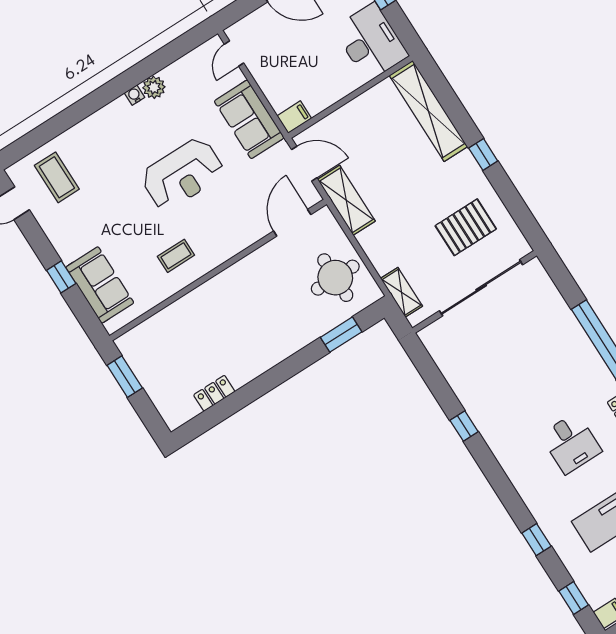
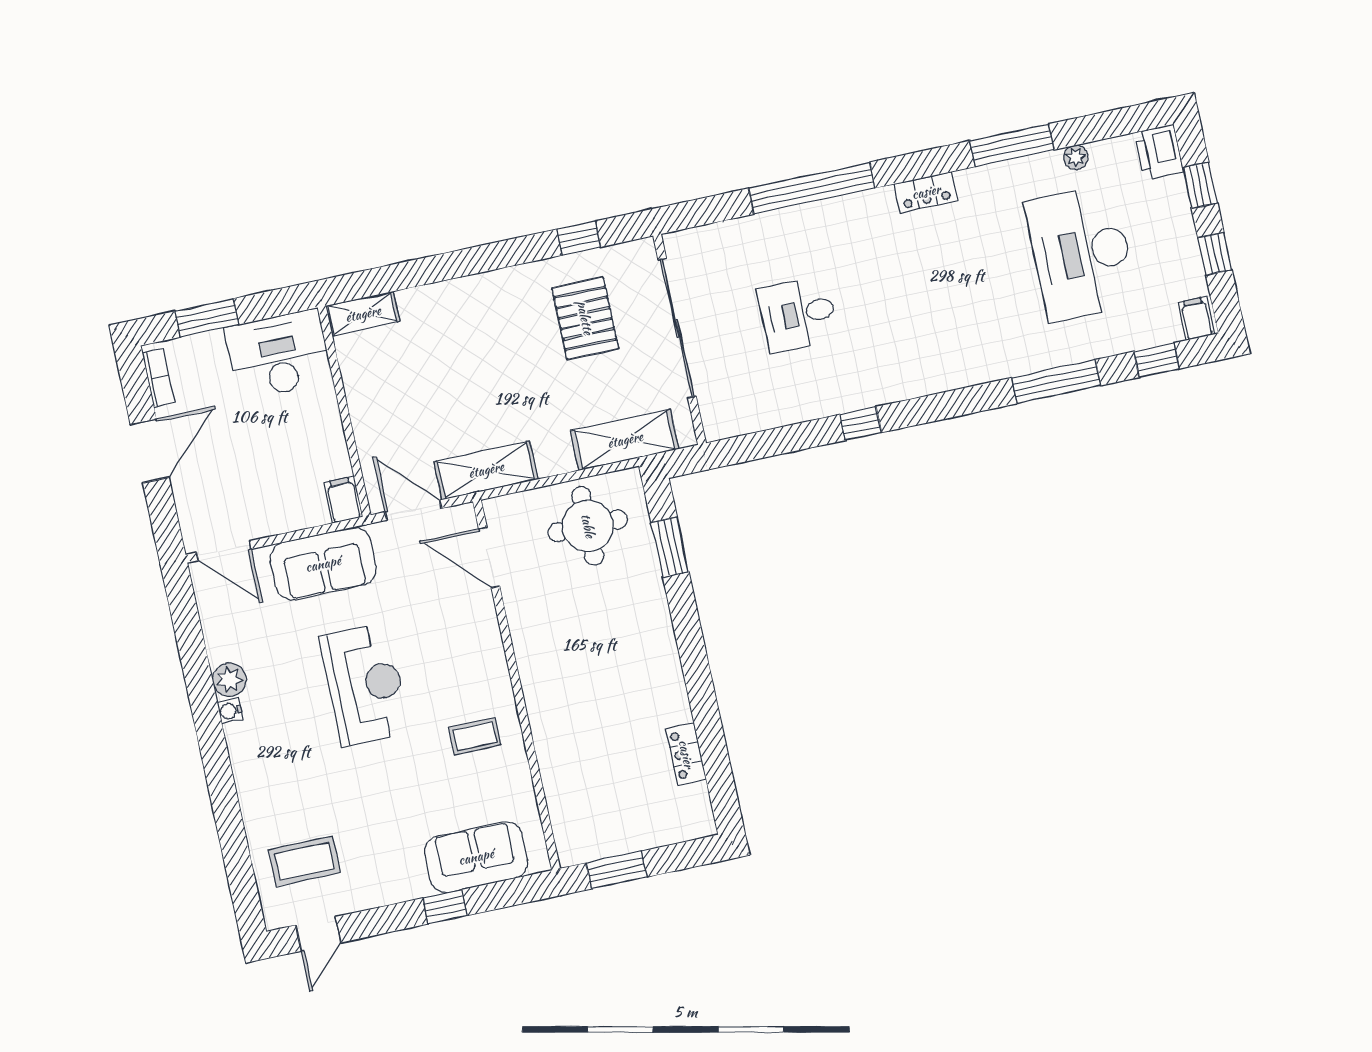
door: (234, 54) -> (224, 551), width x1.38
shelving: (428, 111) -> (363, 314), width x0.45, depth x0.75
window: (483, 155) -> (579, 238), moved
door: (304, 164) -> (413, 510), hinge flipped
coffee table: (176, 256) -> (475, 736), turned 90
shelving: (402, 292) -> (625, 440), width x1.50, depth x1.33
desk: (571, 443) -> (798, 314), moved, turned 180
window: (536, 540) -> (1056, 382), width x2.17

